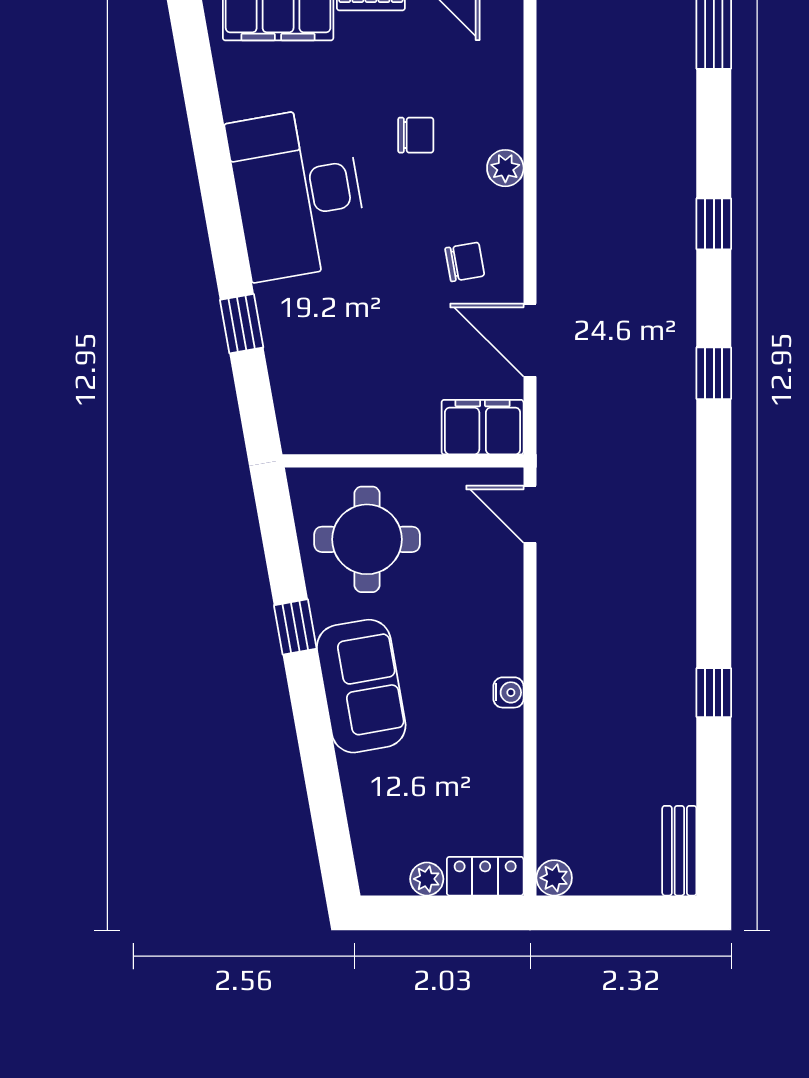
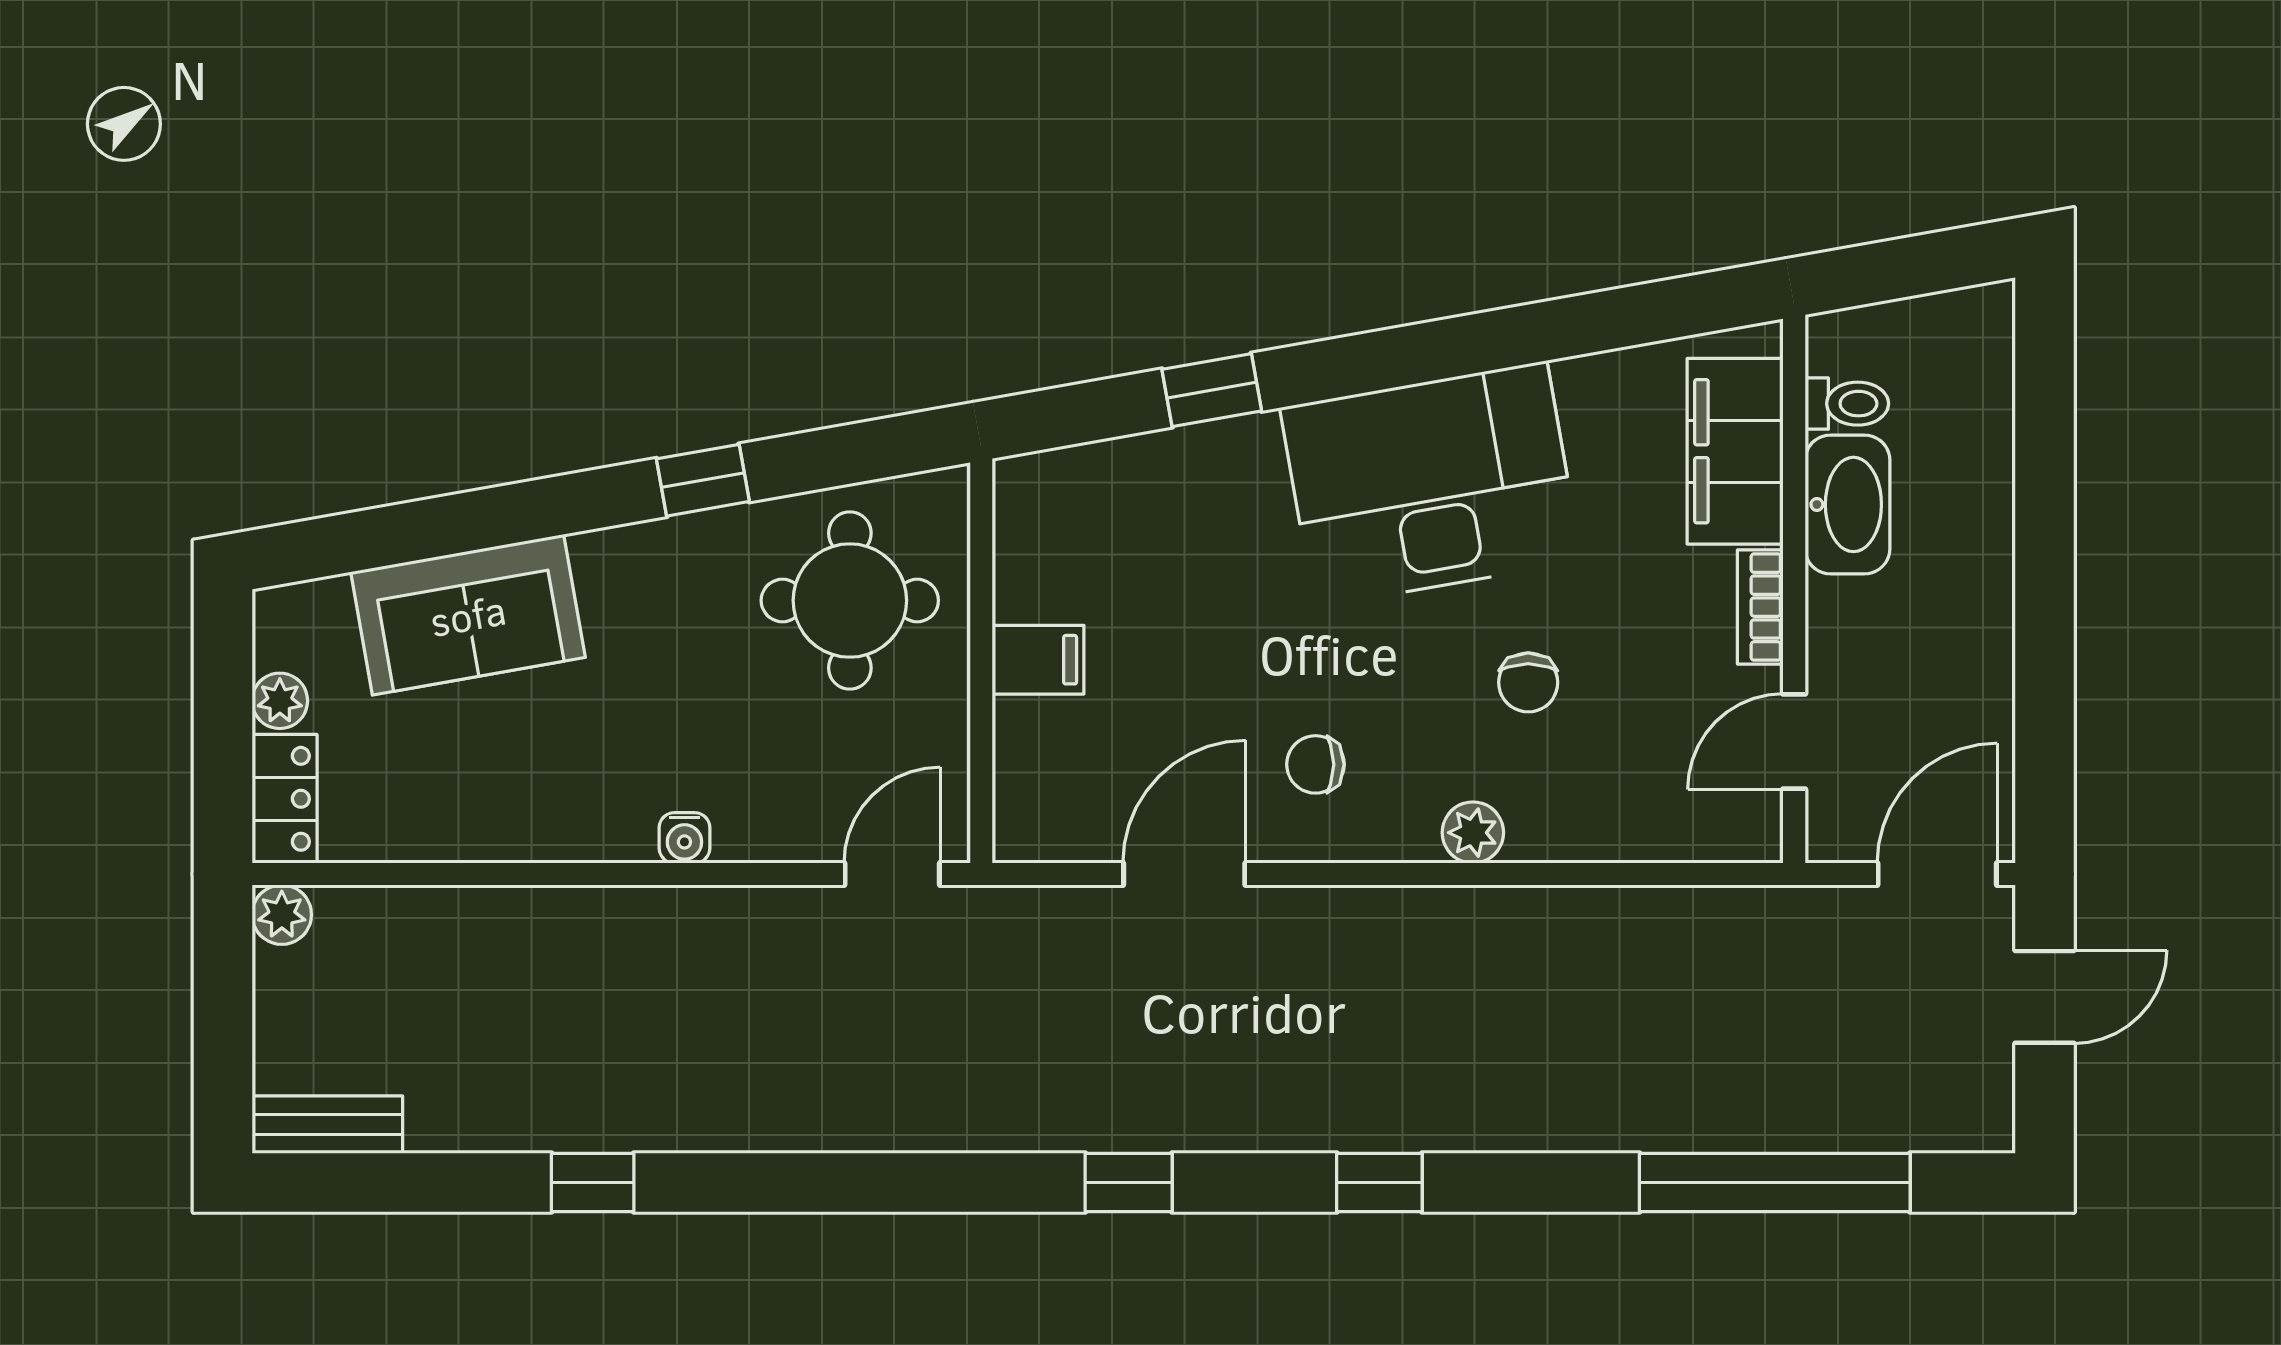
chair: (465, 262) -> (1315, 764), turned 100
filing cabinet: (483, 427) -> (1038, 660), moved, width x0.50
sofa: (361, 686) -> (468, 615), moved
water cooler: (508, 692) -> (684, 838), moved

